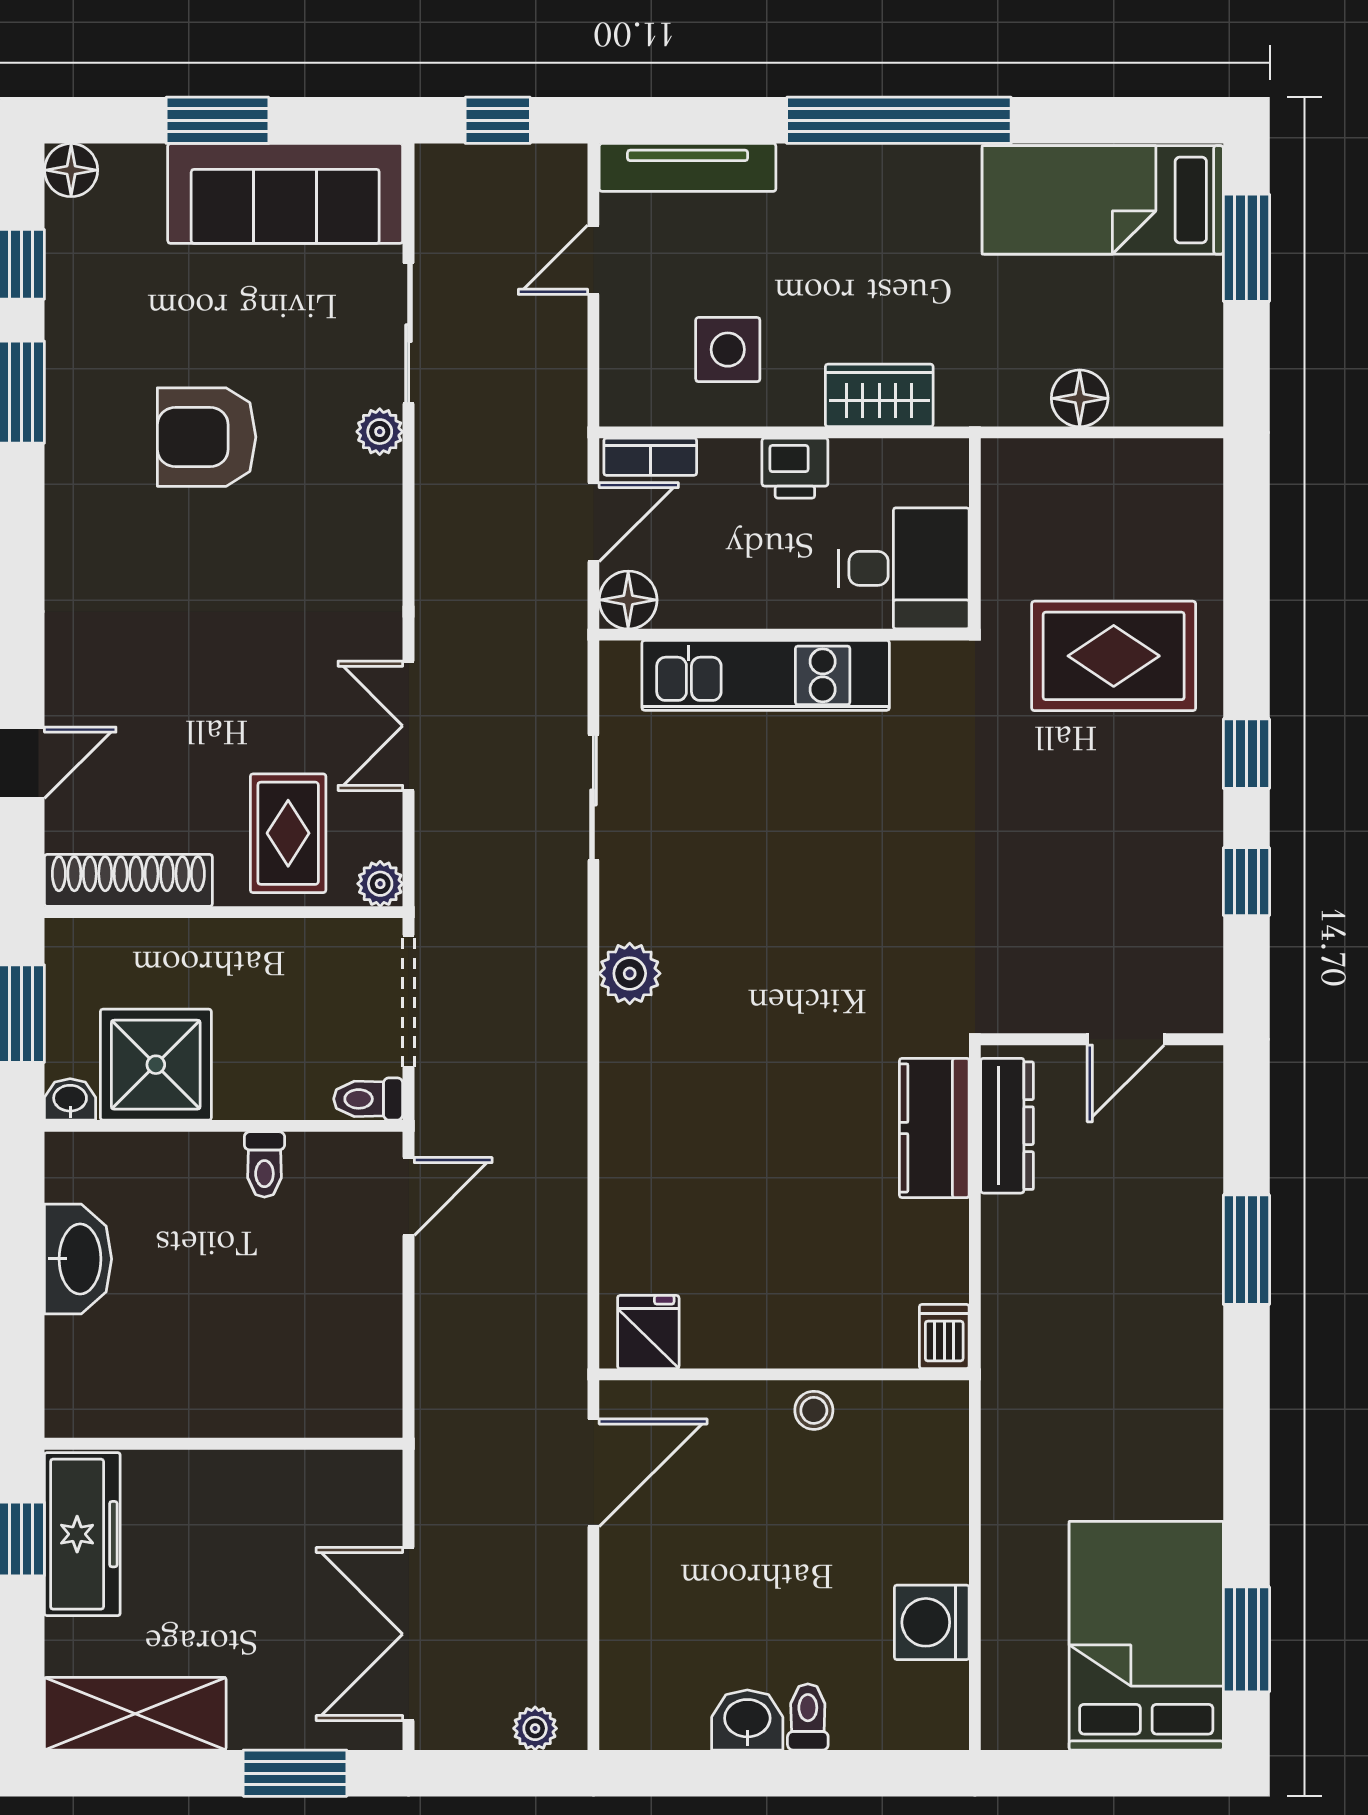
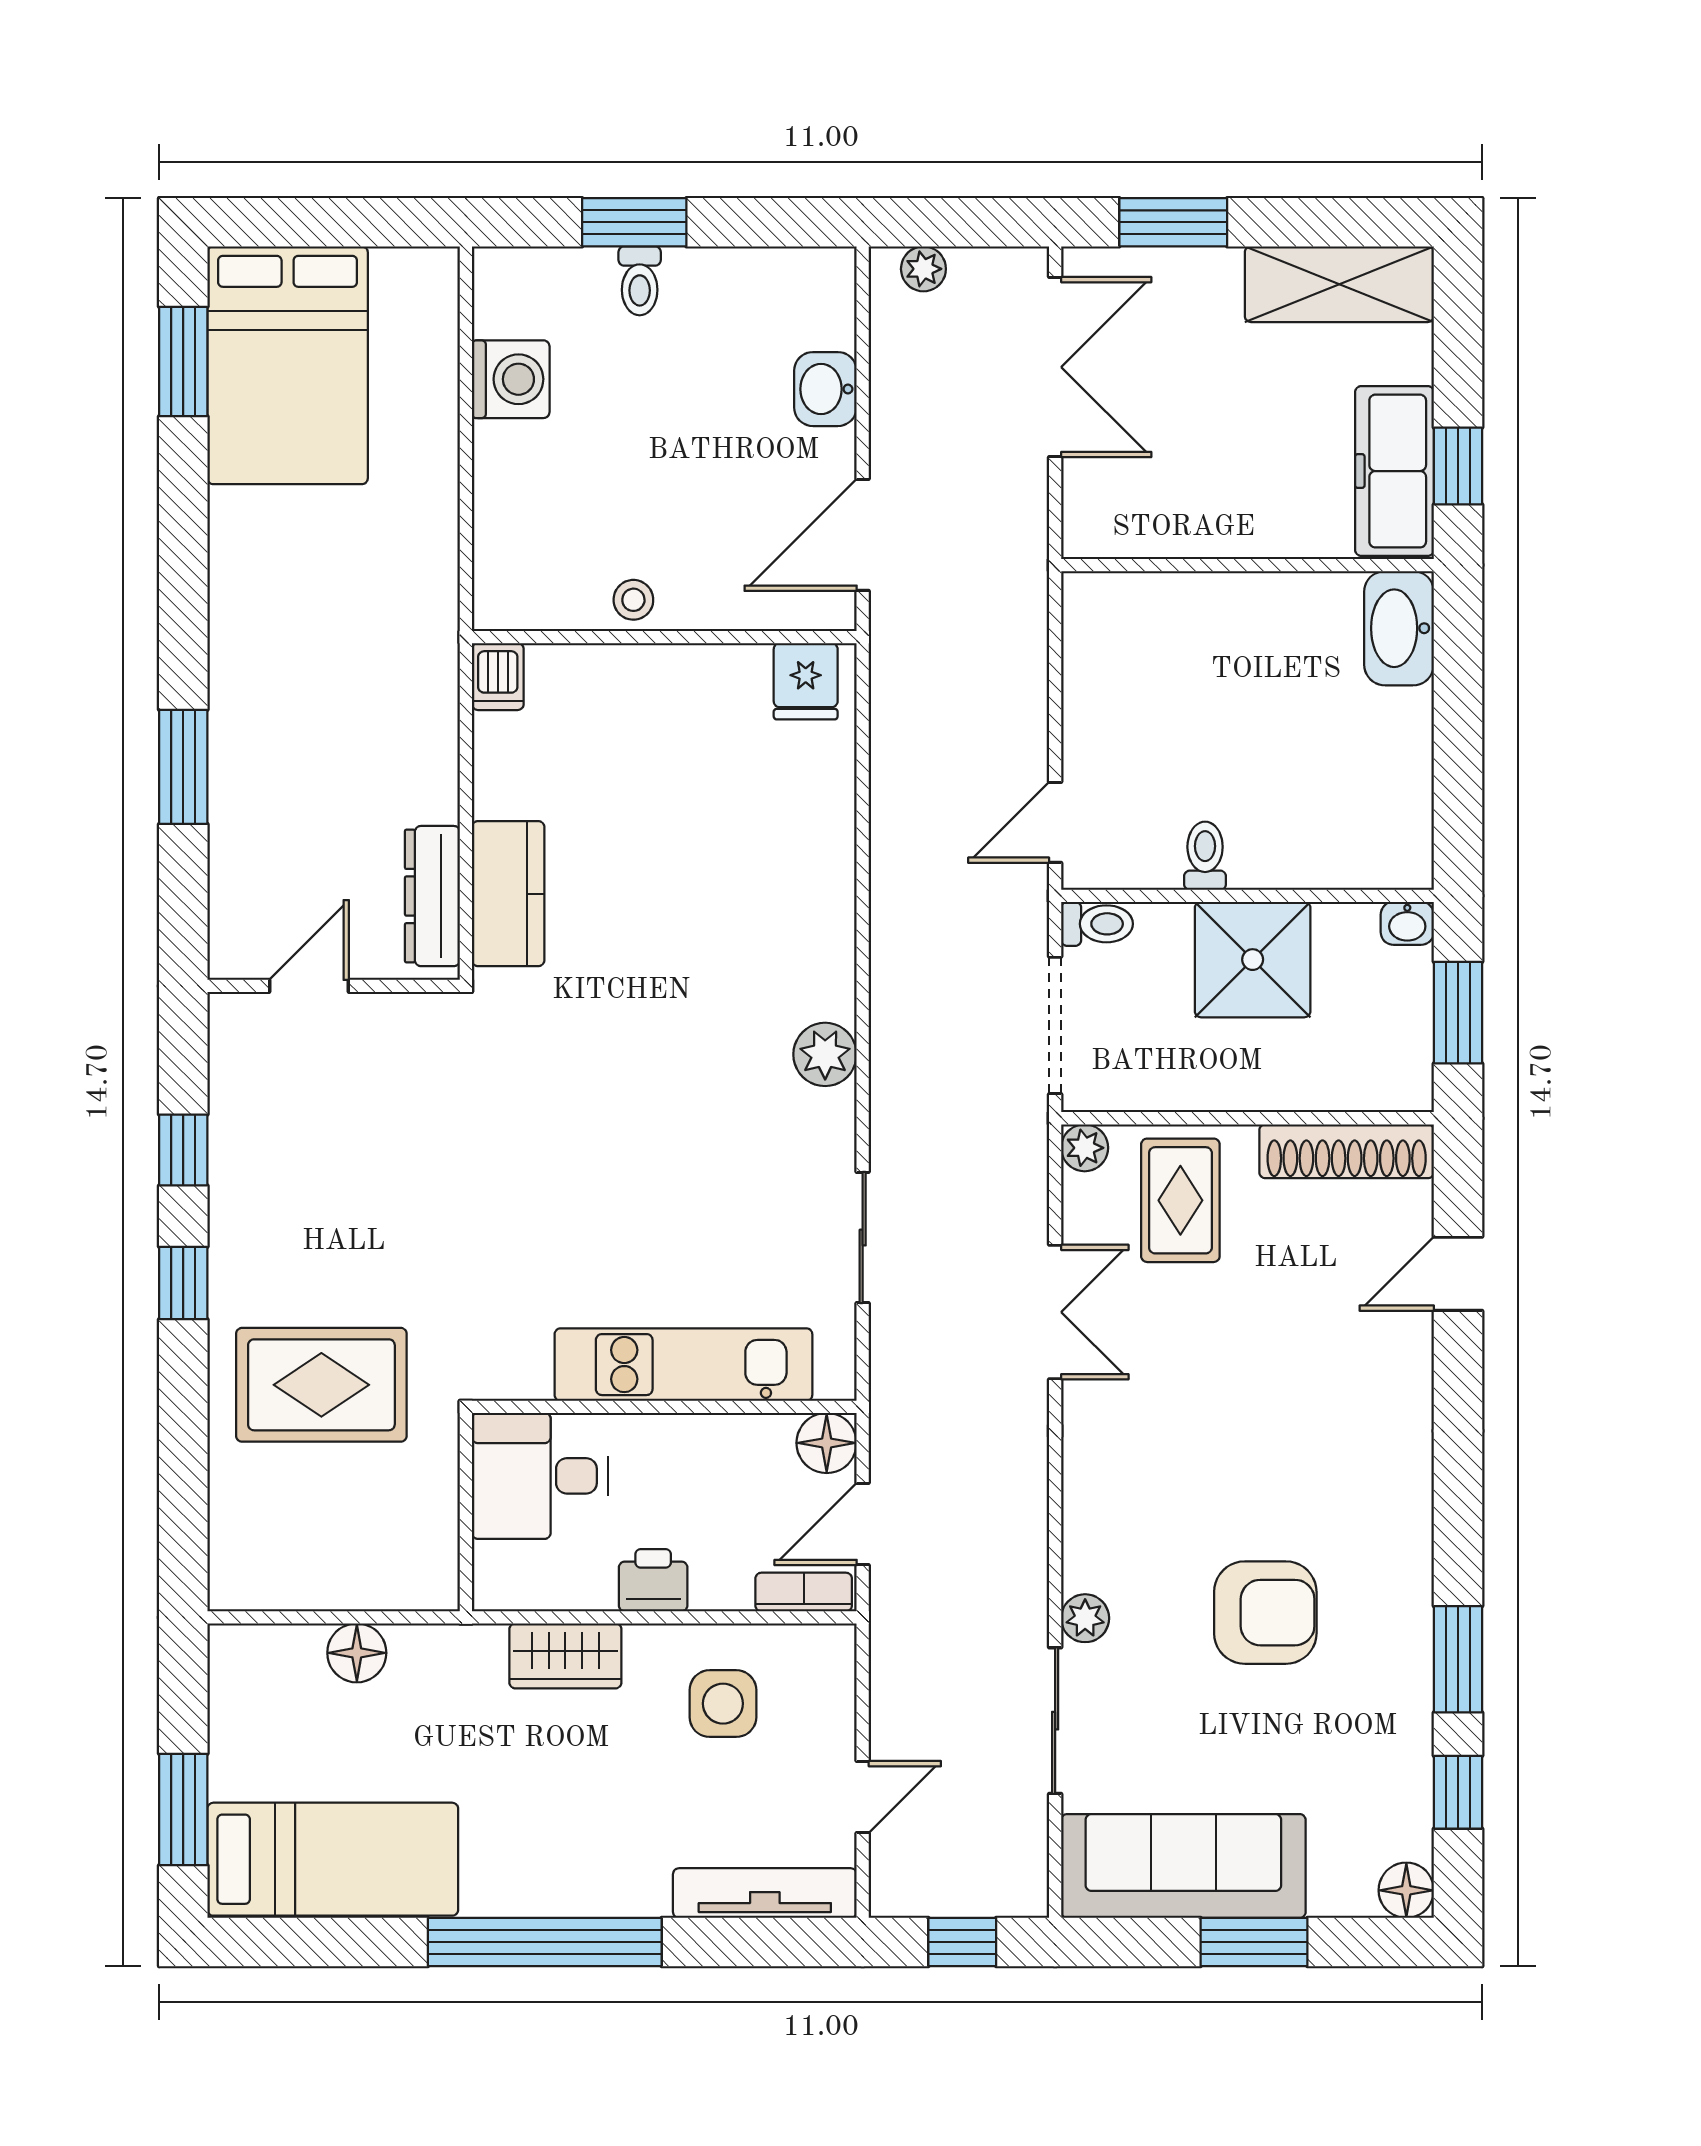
shower: (156, 1065) -> (1253, 960), moved
washbasin: (78, 1259) -> (1399, 628), moved
washbasin: (747, 1720) -> (825, 389), moved, turned 90
window: (813, 1773) -> (634, 222), added

